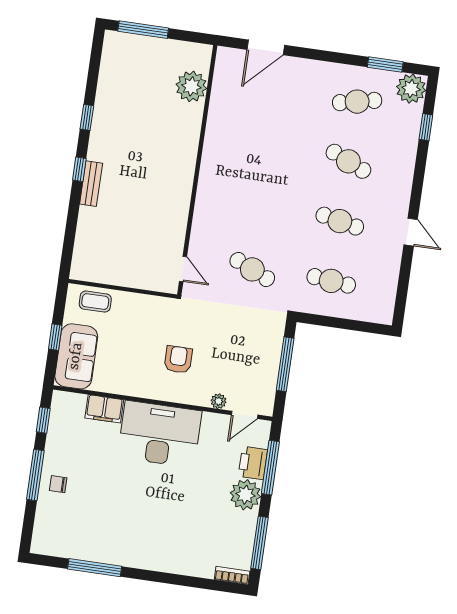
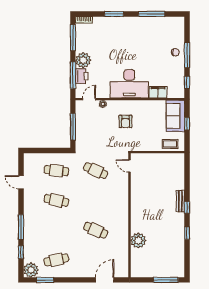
plant: (191, 86) -> (138, 240), moved
cafe table: (348, 161) -> (96, 230), moved
window: (419, 178) -> (21, 227), added
door: (411, 232) -> (21, 182), moved
window: (170, 579) -> (114, 14), added

